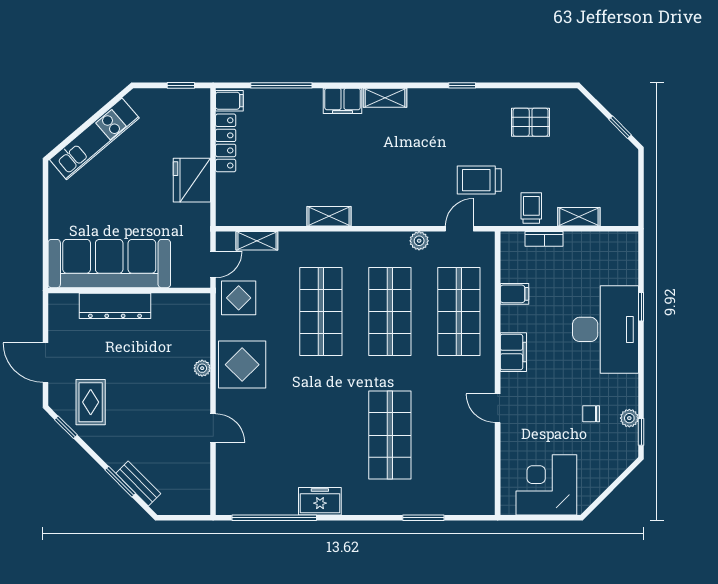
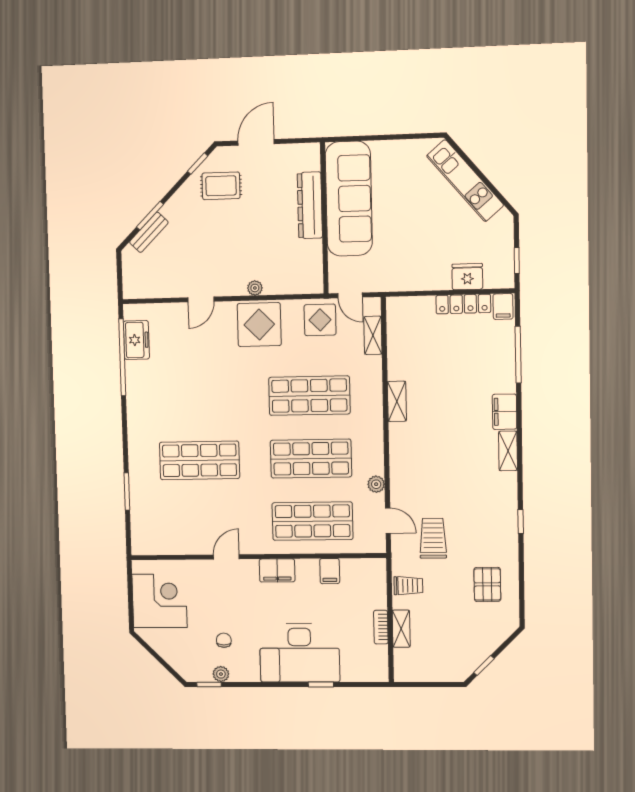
fridge: (192, 180) -> (467, 277), moved, width x0.73, depth x0.75
bookcase: (544, 239) -> (381, 627), moved
freezer: (320, 501) -> (136, 340), moved

